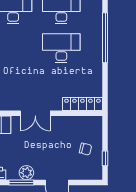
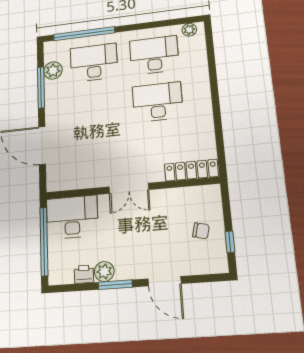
window: (105, 38) -> (214, 83), removed
plant: (26, 173) -> (104, 271), moved

